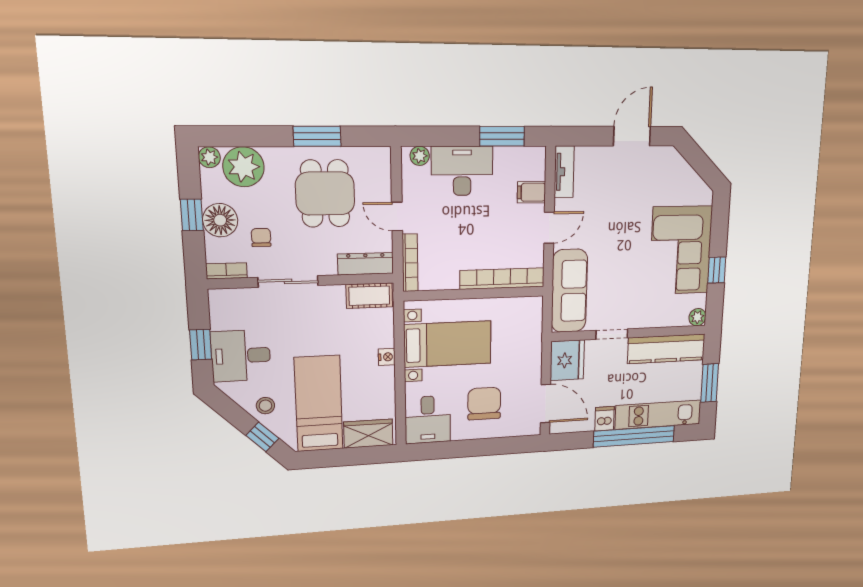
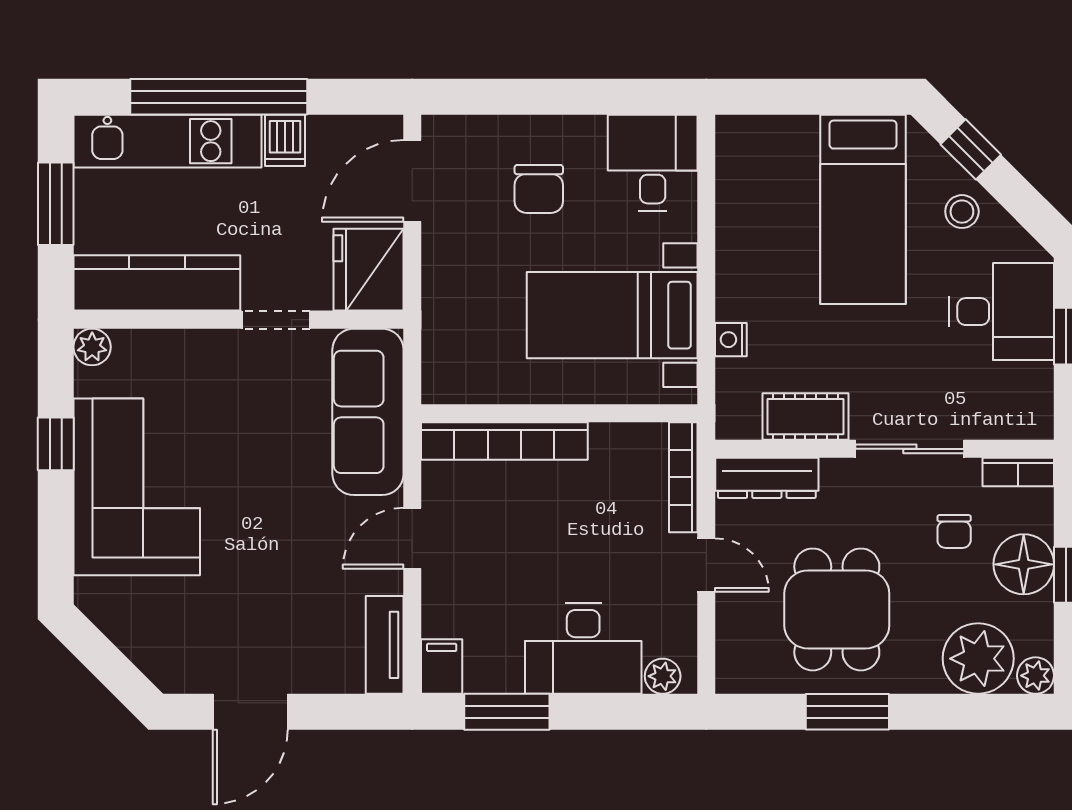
filing cabinet: (531, 192) -> (442, 667), moved, turned -90
cot: (369, 296) -> (805, 417), moved
nightstand: (387, 357) -> (731, 340), moved
chair: (484, 404) -> (539, 189), width x0.73, depth x0.73
door: (545, 404) -> (412, 181), hinge flipped
wardrobe: (368, 434) -> (770, 142), removed

